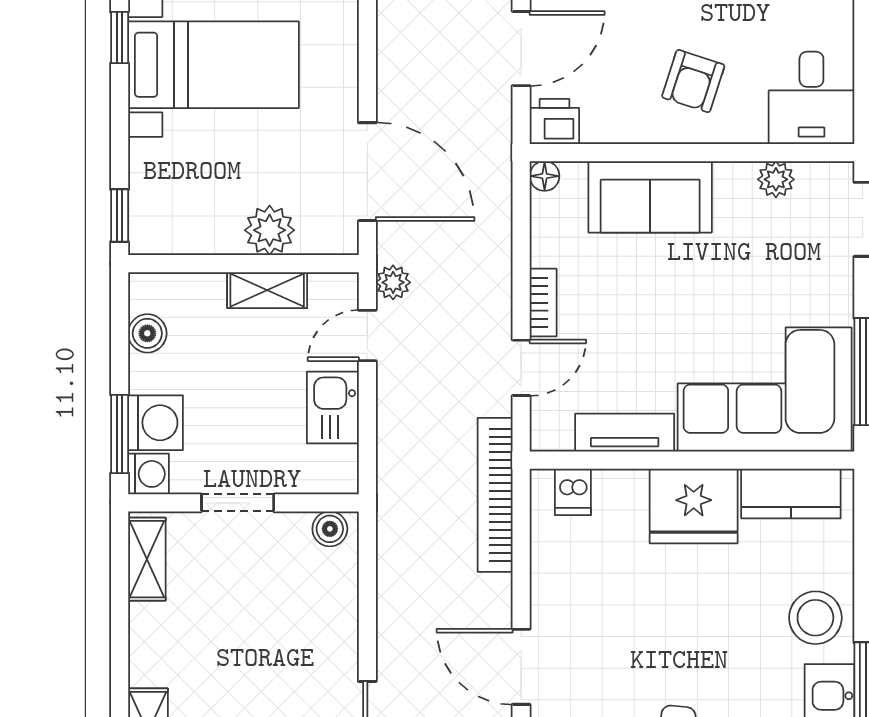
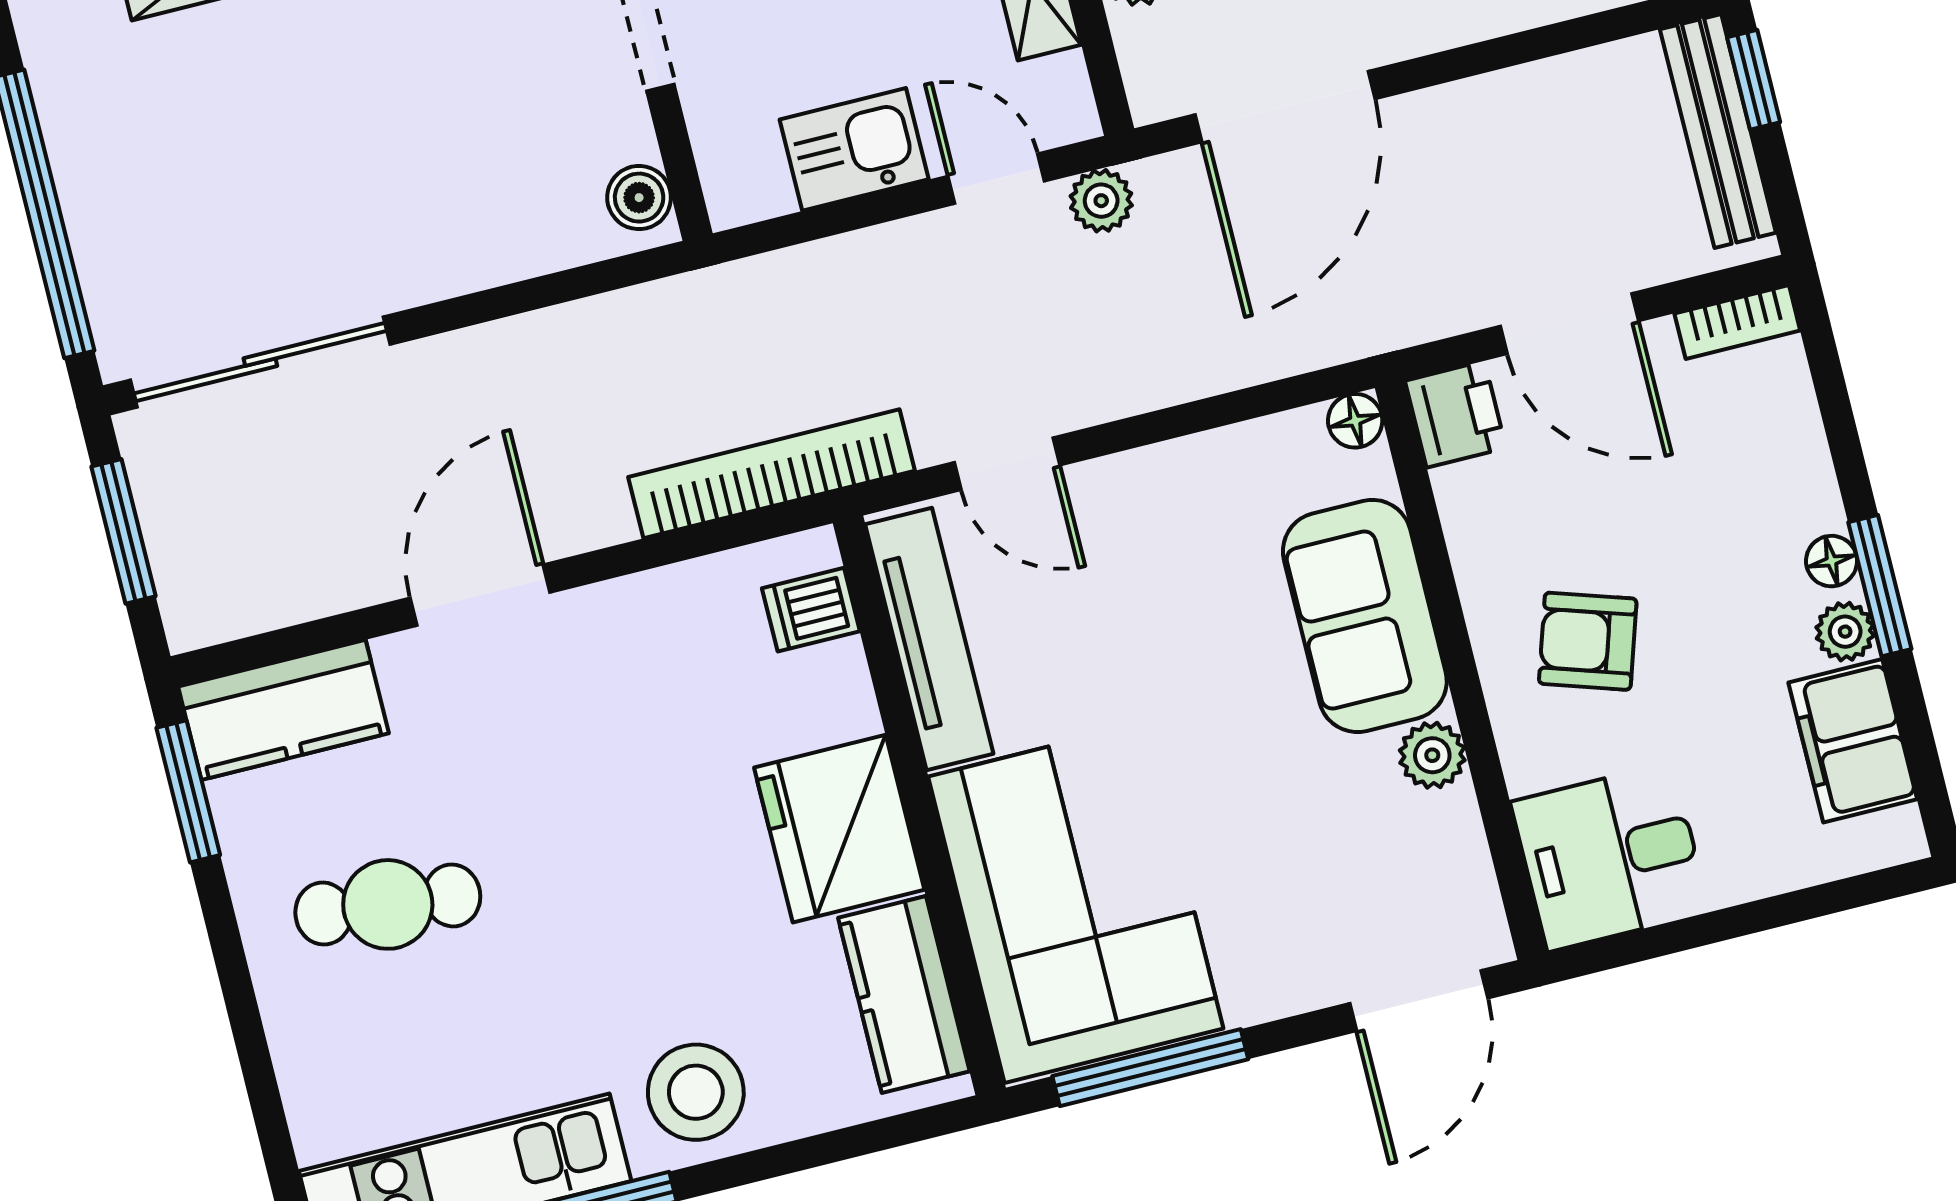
plant: (776, 179) -> (1432, 755), moved
bookcase: (543, 303) -> (1132, 474), removed
tv unit: (625, 433) -> (929, 639), width x1.41

